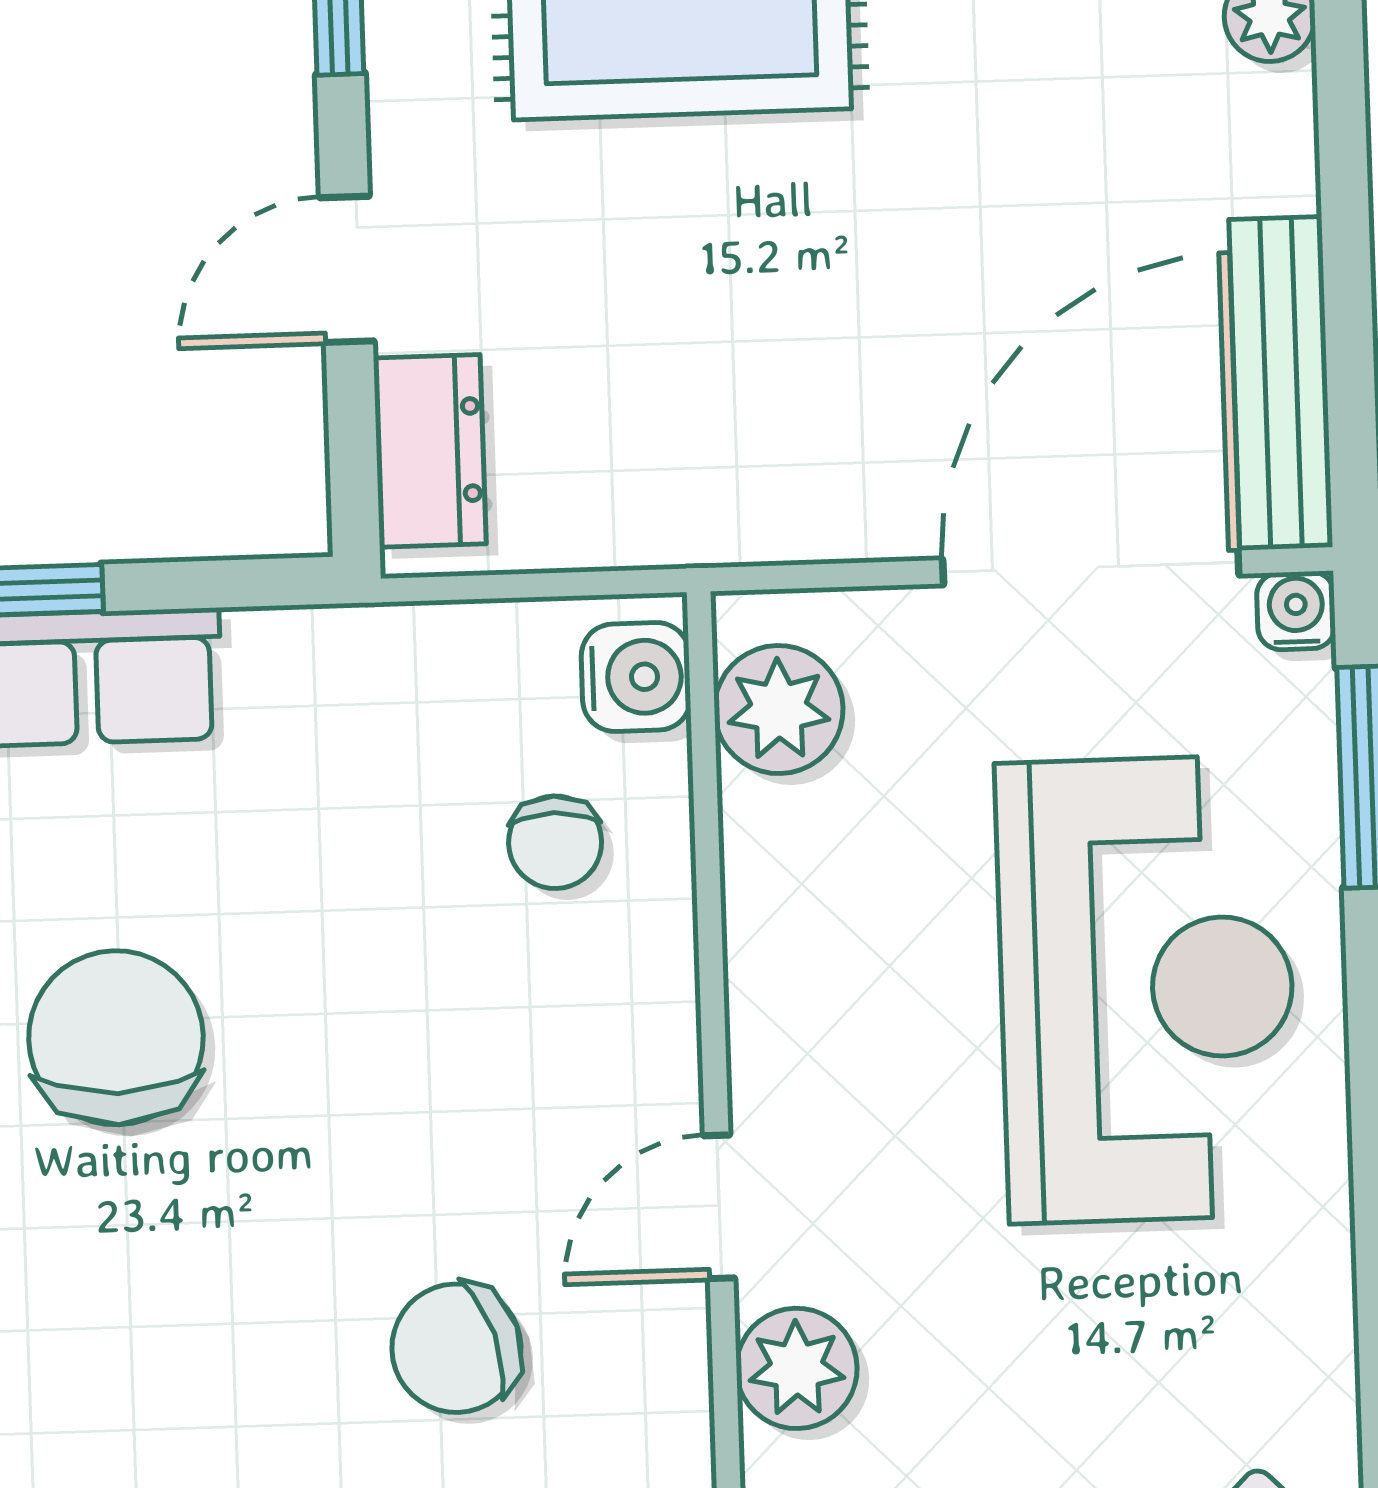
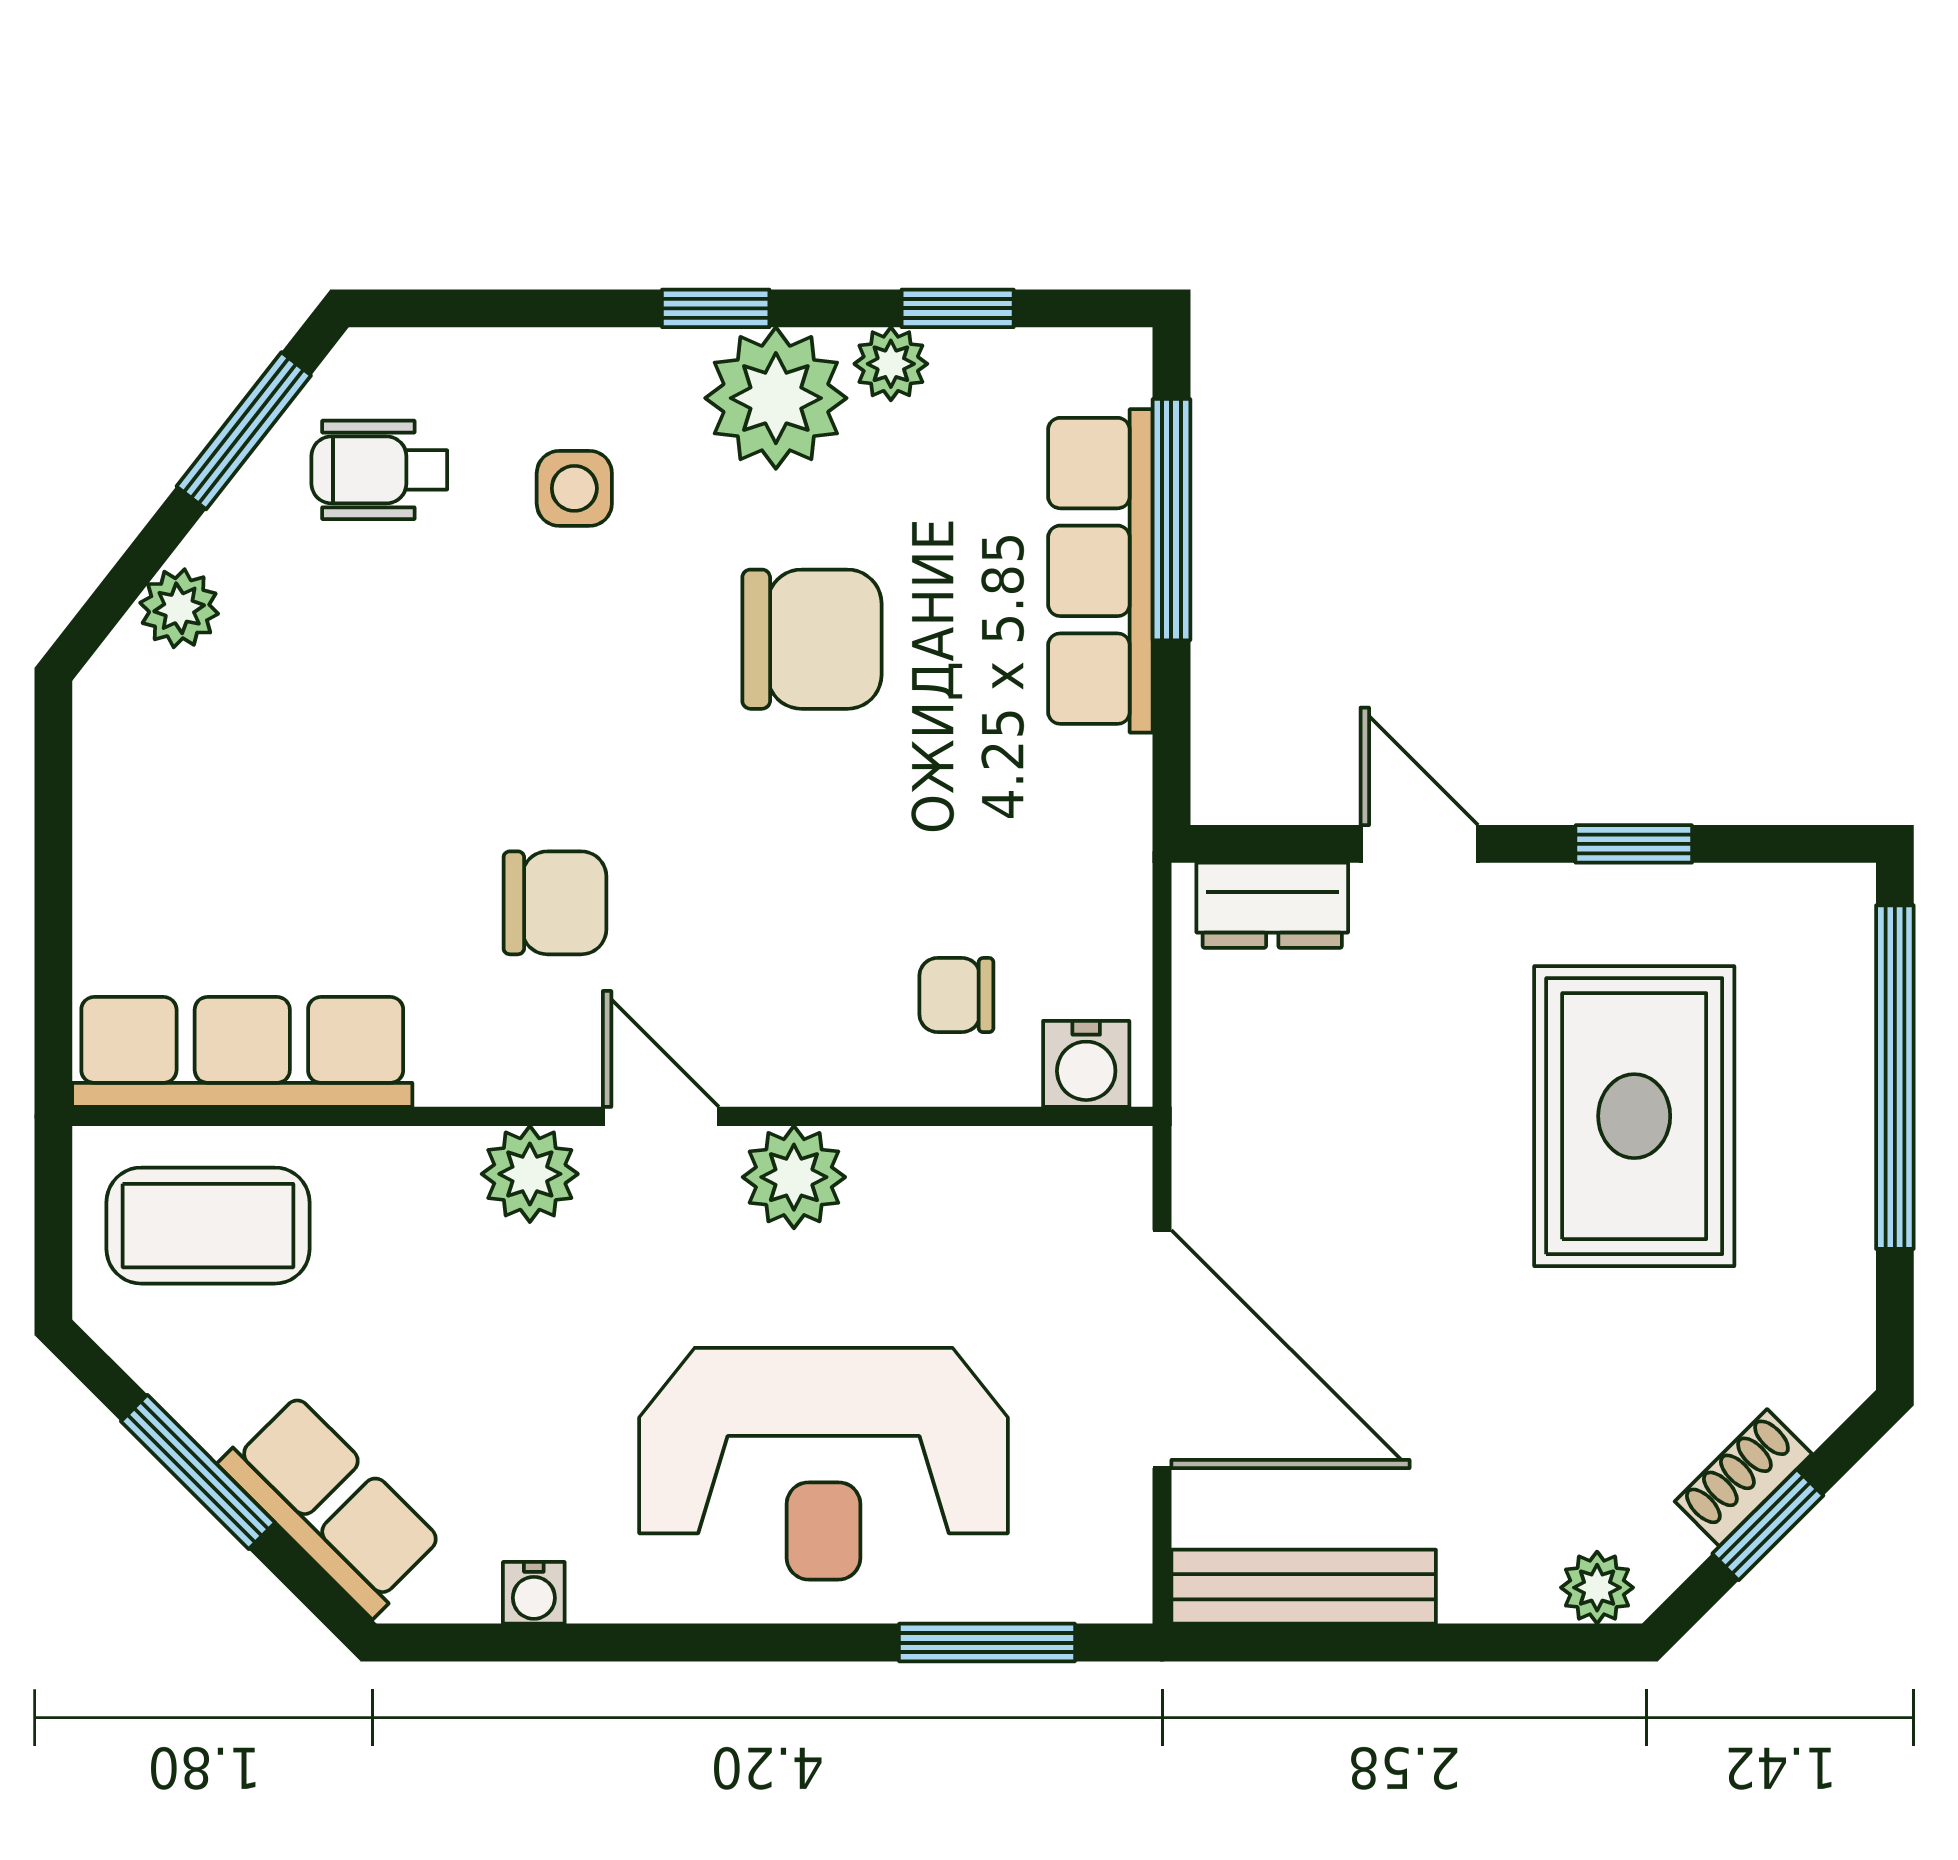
door: (1091, 567) -> (1162, 1349), moved
water cooler: (1296, 611) -> (534, 1593), moved, turned 90
plant: (779, 710) -> (794, 1177), moved
chair: (456, 1348) -> (555, 903), turned 108

